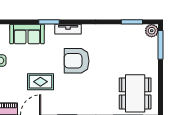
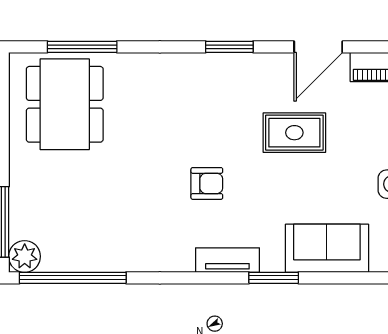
window: (132, 22) -> (73, 278), width x2.11
armchair: (77, 61) -> (207, 183), width x0.53, depth x0.53

